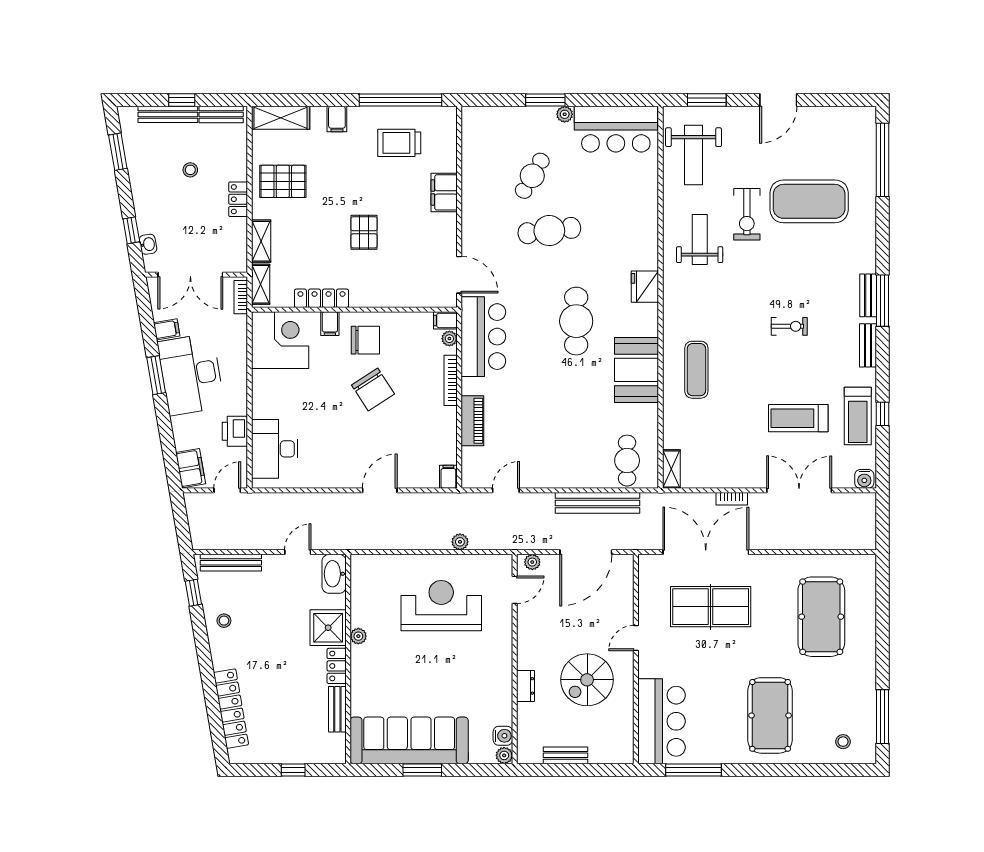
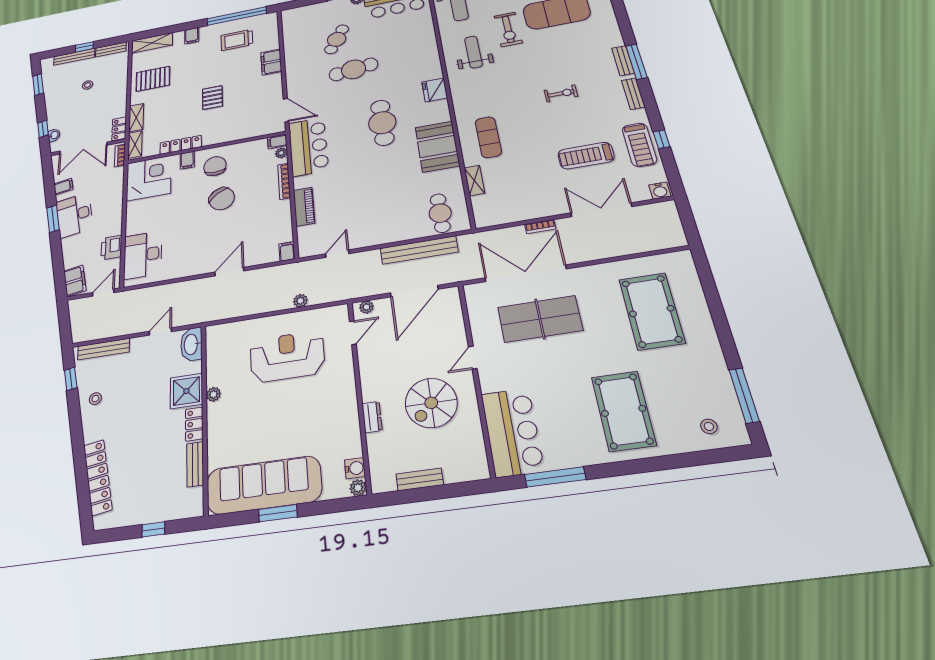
locker: (238, 199) -> (119, 129), moved
chair: (365, 340) -> (215, 166), turned -90
desk: (191, 374) -> (75, 215), width x0.73, depth x0.77
shelving: (671, 469) -> (474, 181), moved

